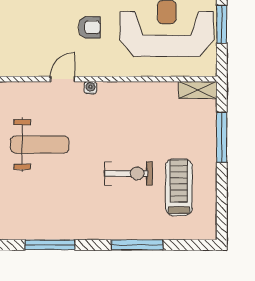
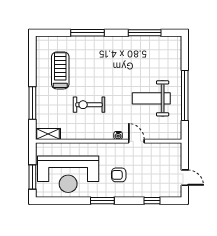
door: (63, 79) -> (136, 141), swing flipped
exercise bike: (129, 174) -> (89, 105), moved
treadmill: (179, 187) -> (60, 70), turned 180

